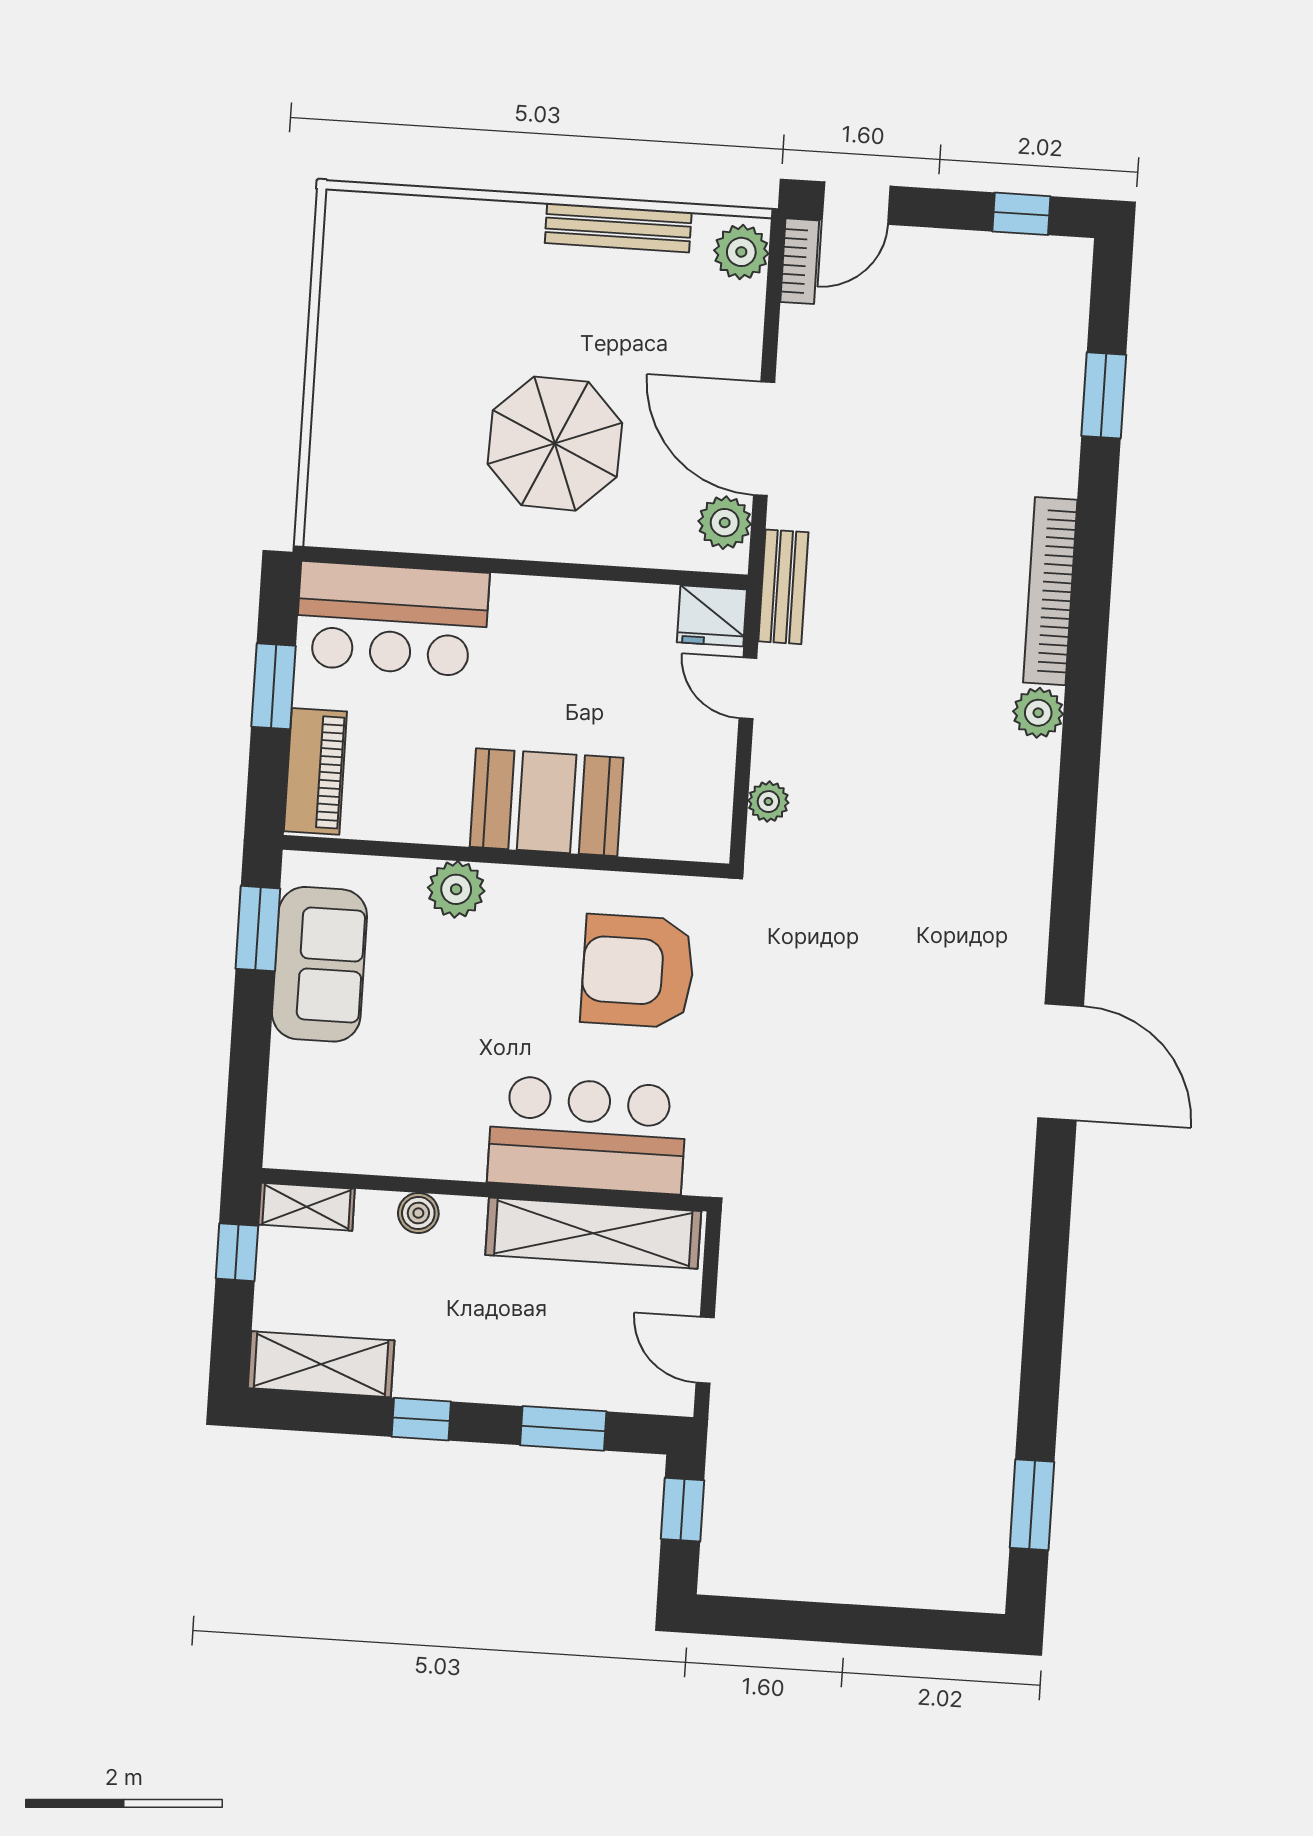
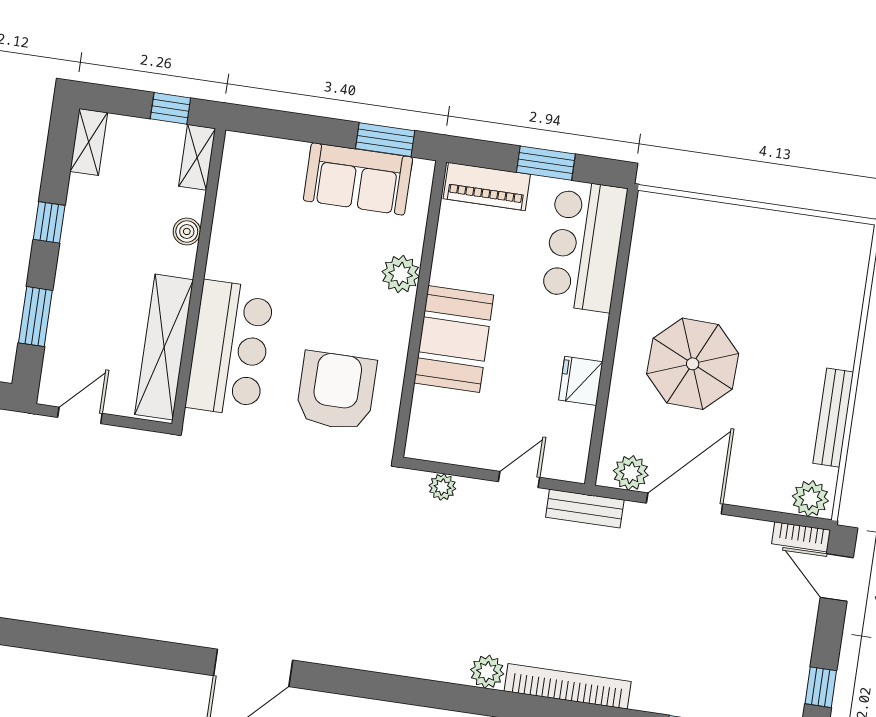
fridge: (712, 616) -> (581, 381), moved
shelving: (321, 1364) -> (89, 142), width x0.67, depth x0.75

